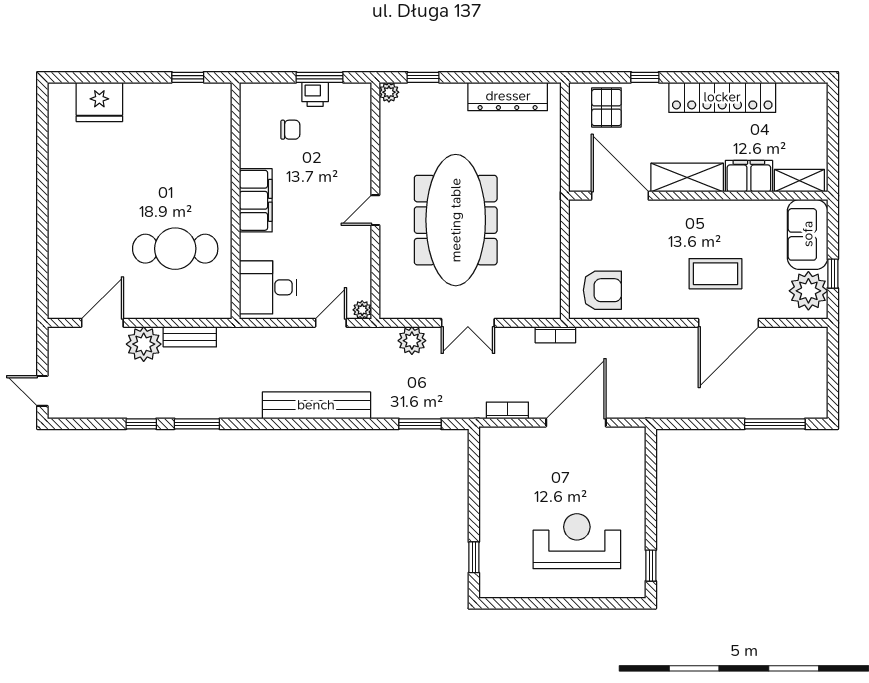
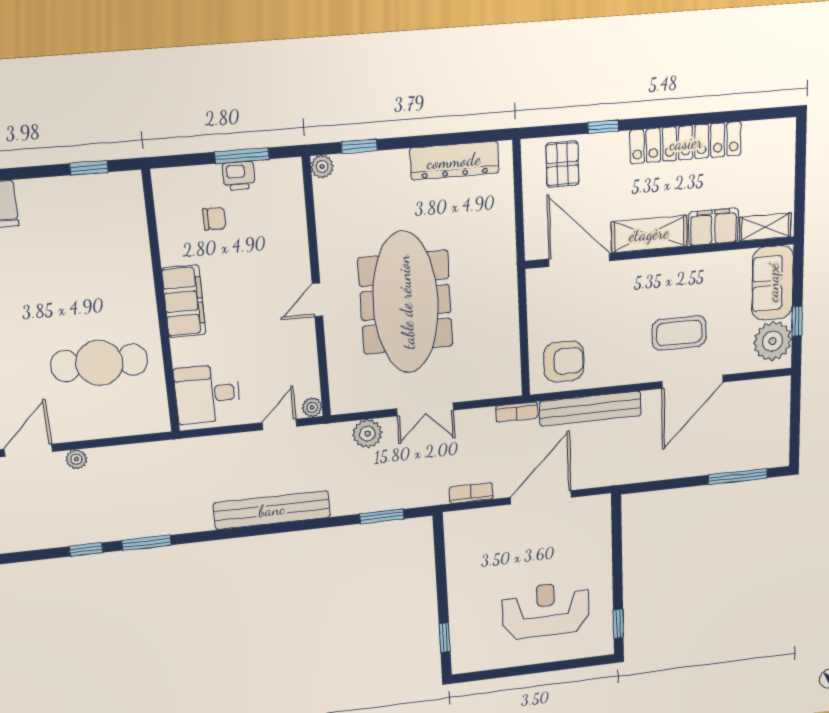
bench: (190, 337) -> (590, 409), moved, width x1.86, depth x1.21
plant: (144, 344) -> (76, 459), width x0.53, depth x0.53

